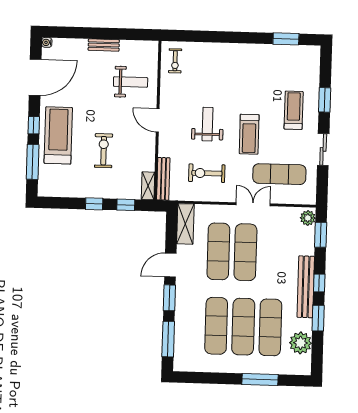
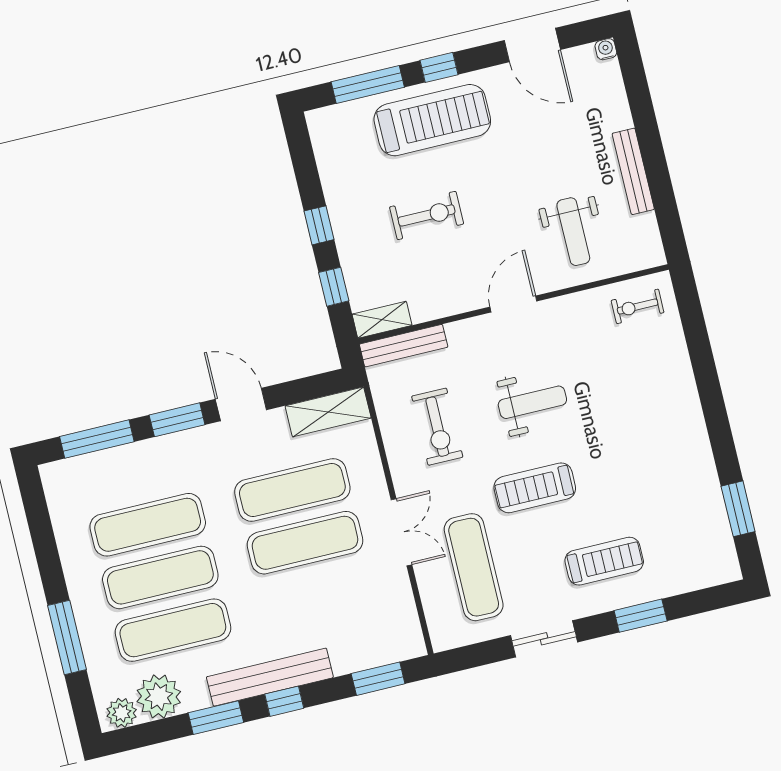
bench: (104, 45) -> (633, 171), width x1.36
door: (35, 77) -> (532, 45), width x0.73
exercise bike: (207, 173) -> (437, 427), turned 180
plant: (308, 218) -> (122, 713), moved

